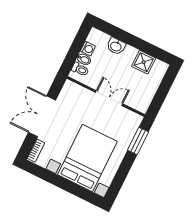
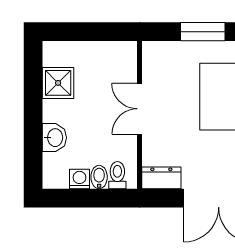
dresser: (67, 92) -> (161, 178), added
window: (138, 141) -> (203, 32), moved

